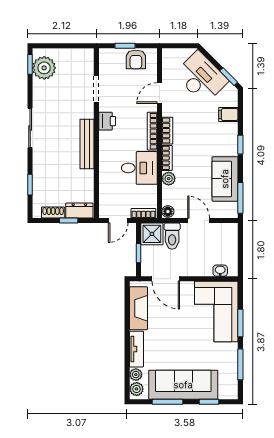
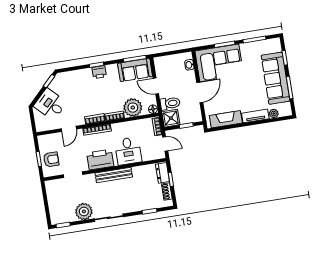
armchair: (136, 59) -> (51, 160), moved
plant: (44, 68) -> (84, 211), moved
desk: (201, 78) -> (50, 104), width x0.73
door: (160, 93) -> (69, 129), hinge flipped
filing cabinet: (228, 115) -> (76, 77), removed
printer: (107, 121) -> (100, 160), width x1.87, depth x1.48
printer: (230, 146) -> (99, 72), added
desk: (139, 168) -> (128, 151), moved, turned 180
plant: (169, 179) -> (133, 108), width x1.87, depth x1.87
sofa: (225, 179) -> (135, 70), moved
door: (199, 221) -> (156, 86), hinge flipped
door: (166, 279) -> (200, 92), moved
plant: (137, 389) -> (284, 111), removed

